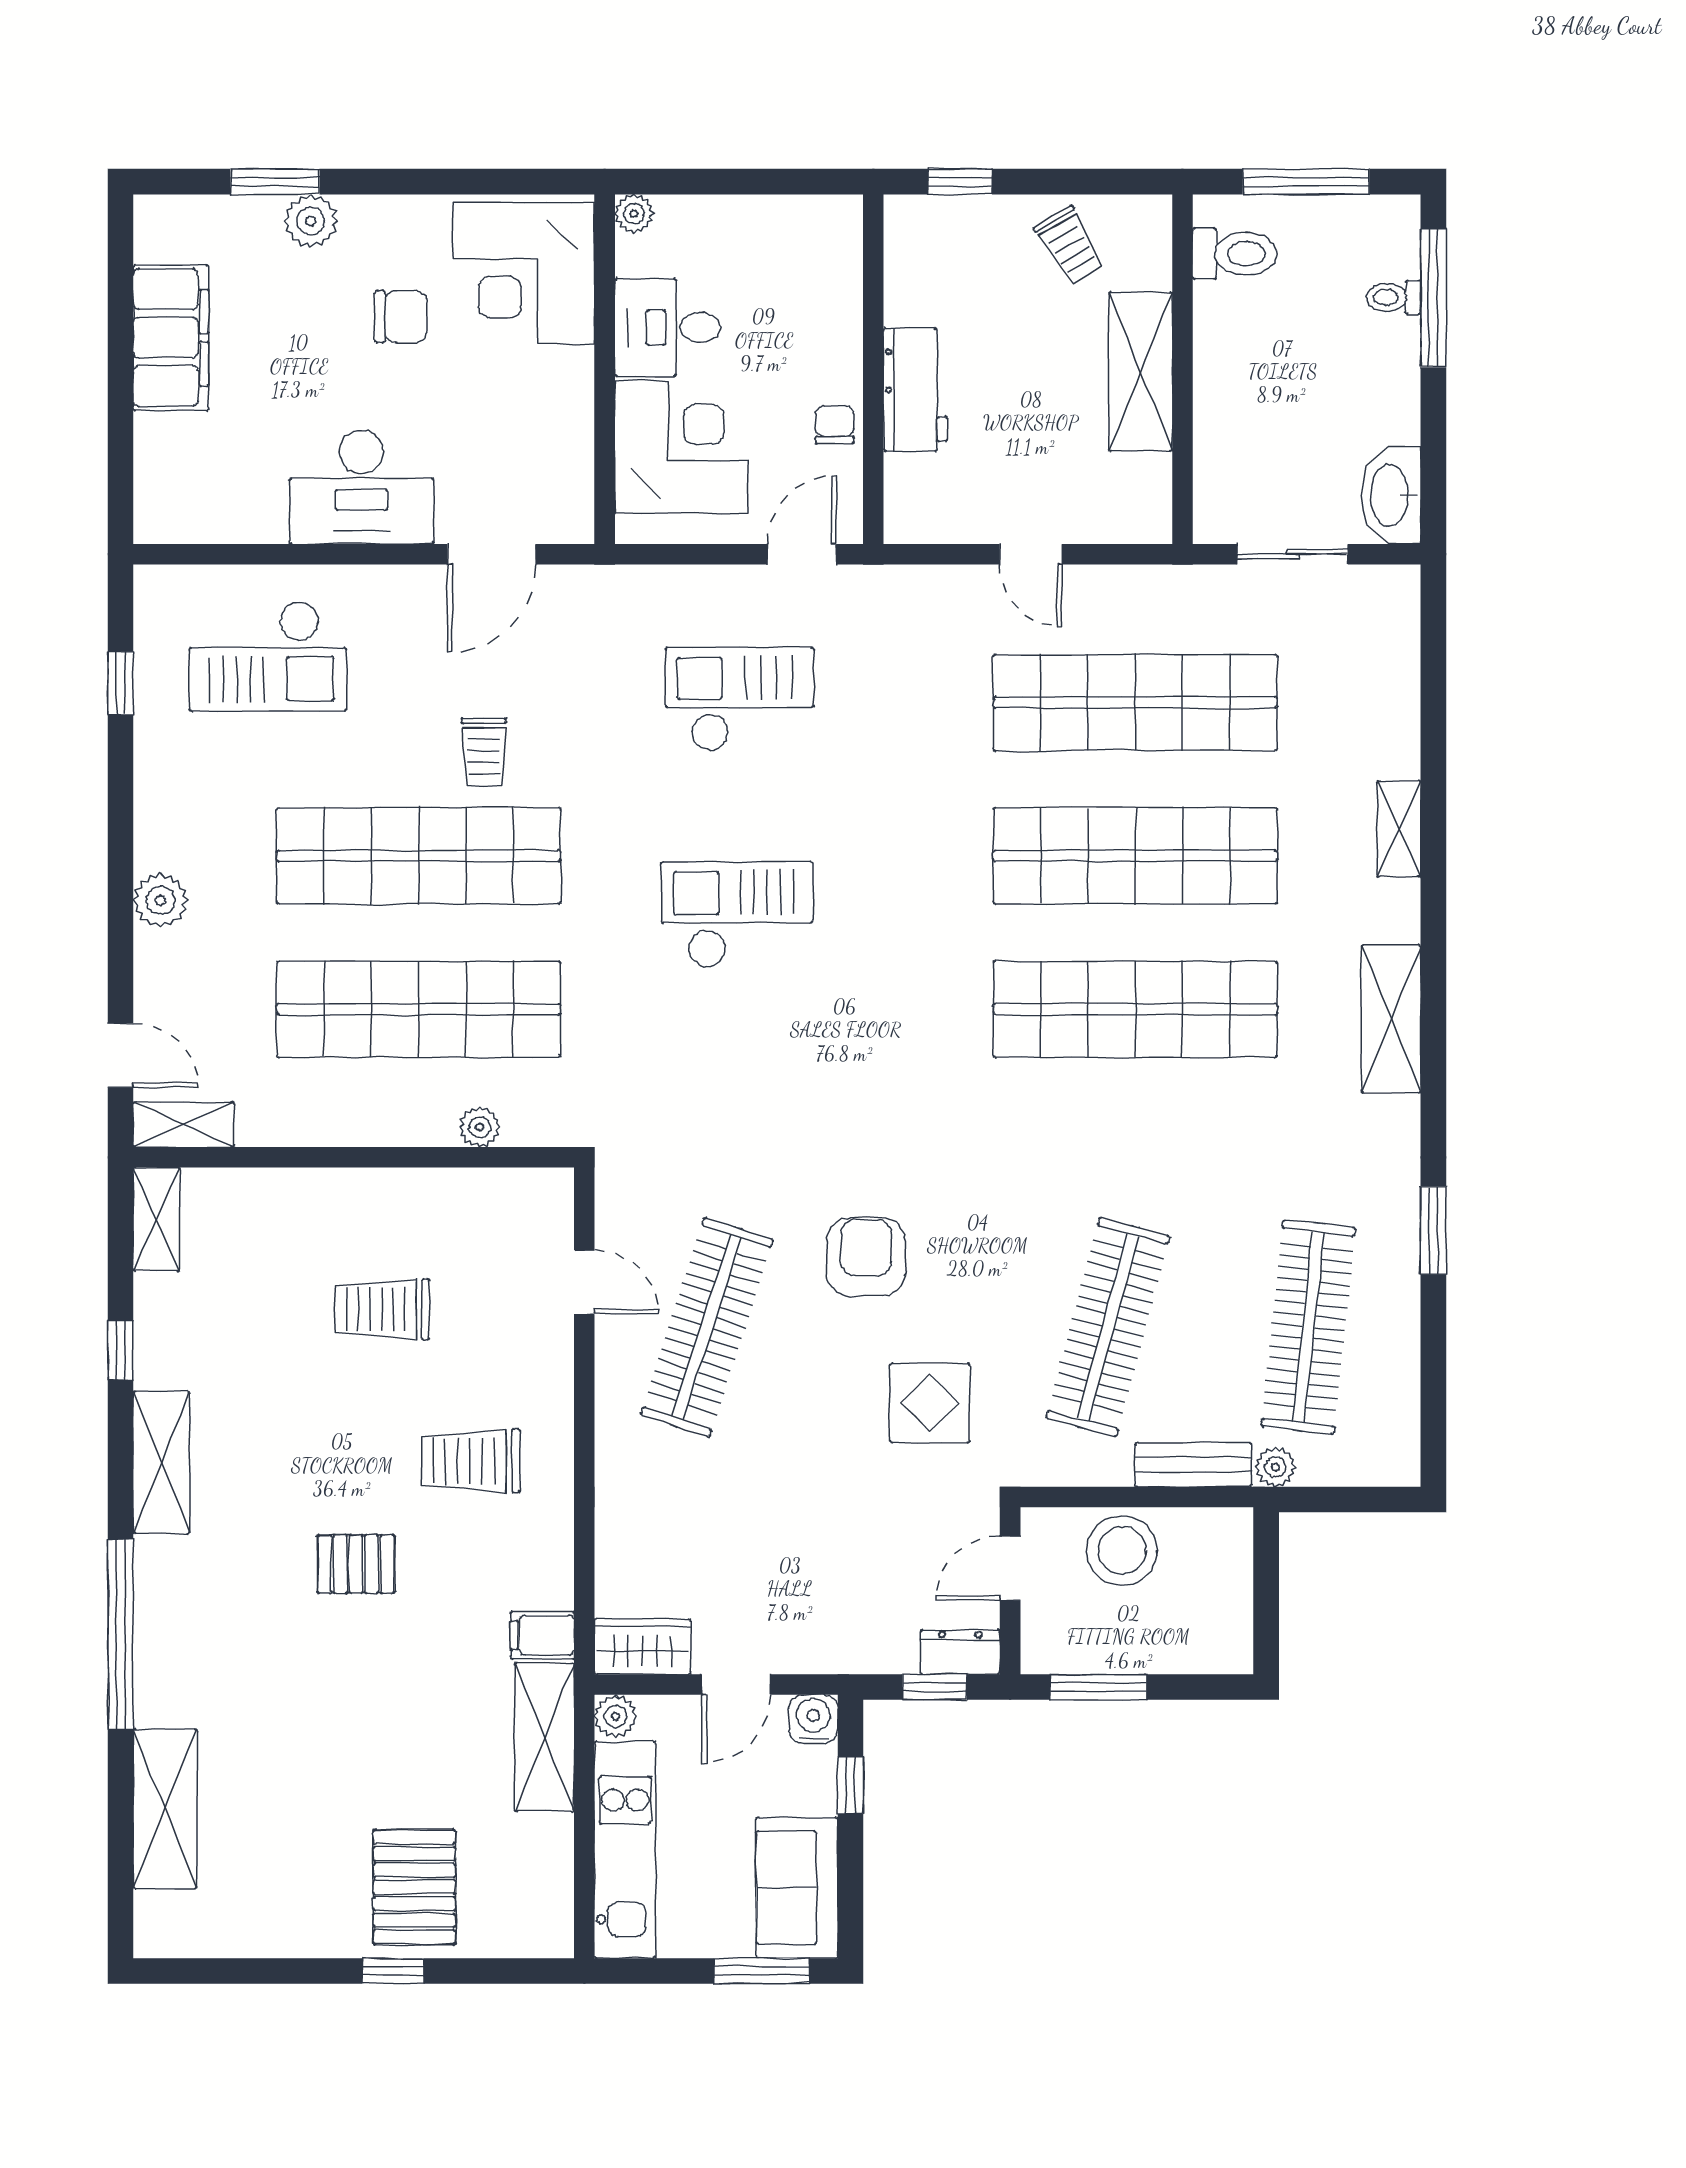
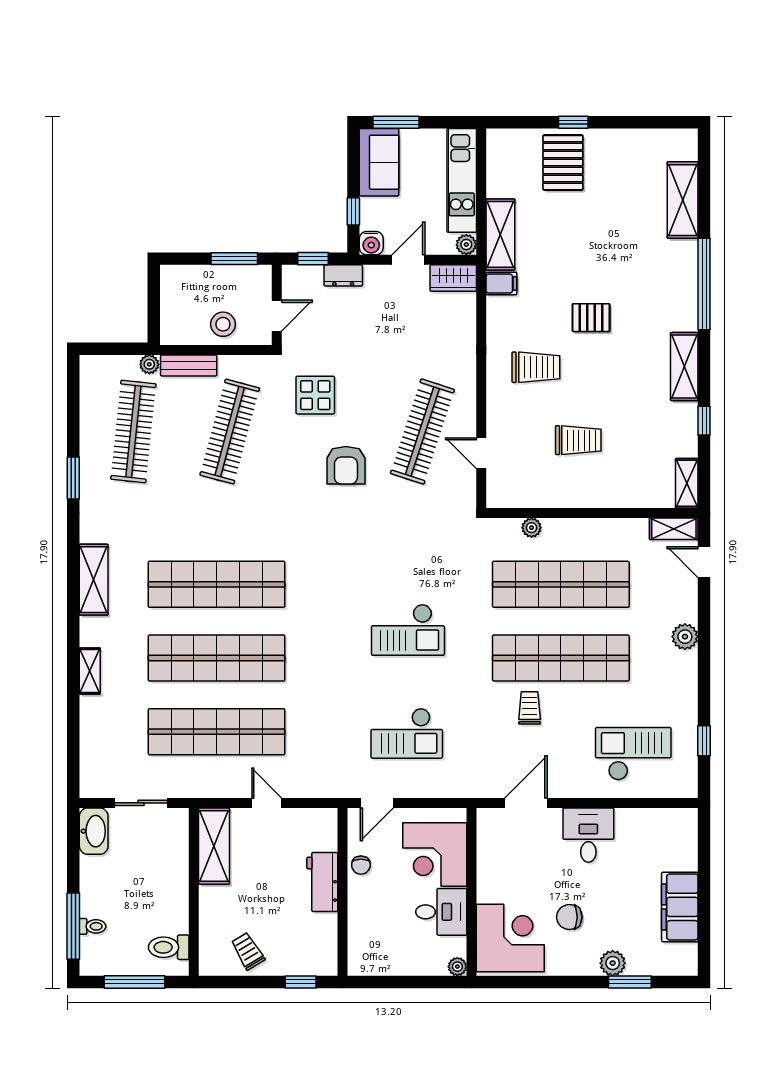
shelving: (1141, 371) -> (214, 846), moved
desk: (361, 487) -> (588, 835), width x0.73
stool: (1122, 1550) -> (223, 324), width x0.73, depth x0.73
dresser: (960, 1652) -> (343, 275), moved

